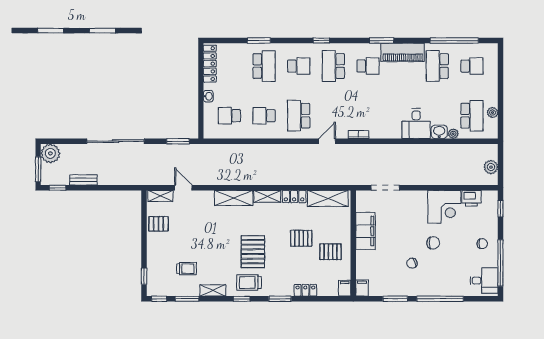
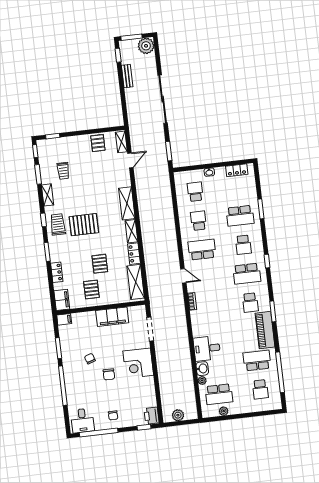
locker: (210, 64) -> (237, 170), width x0.66
school desk: (333, 66) -> (247, 274), turned 180
printer: (471, 198) -> (152, 416), moved
corner desk: (444, 207) -> (138, 363), moved
filing cabinet: (345, 288) -> (62, 300), width x2.00

